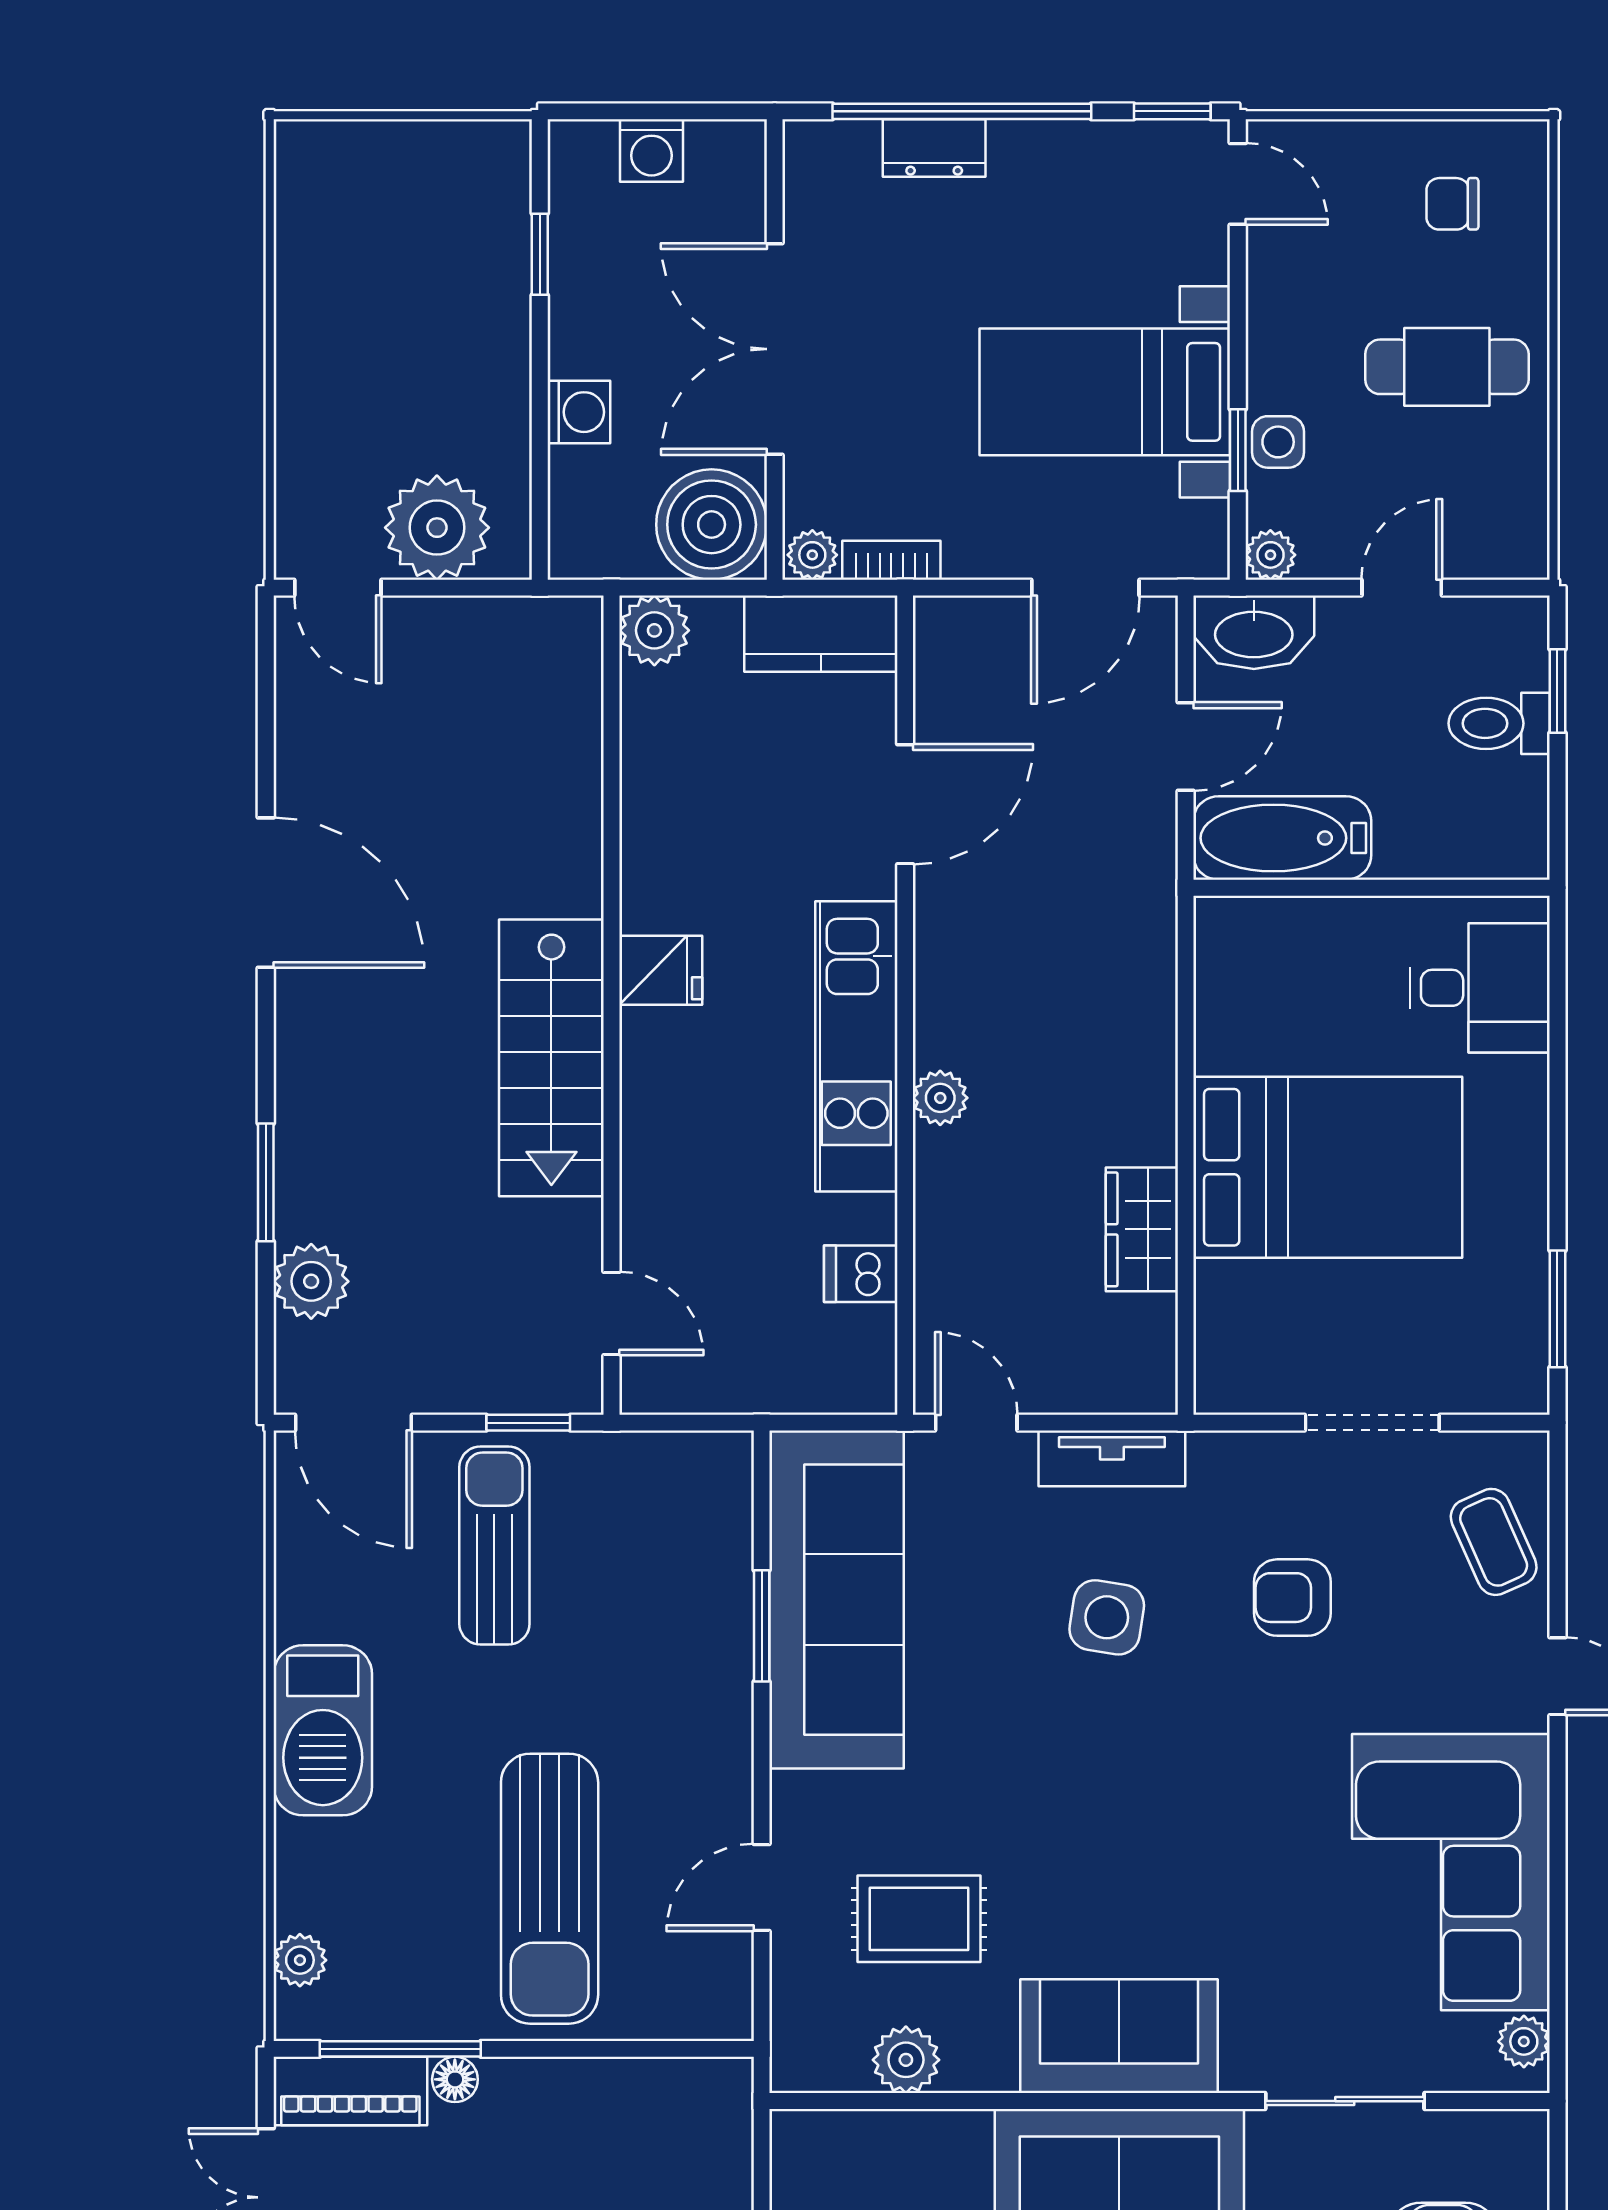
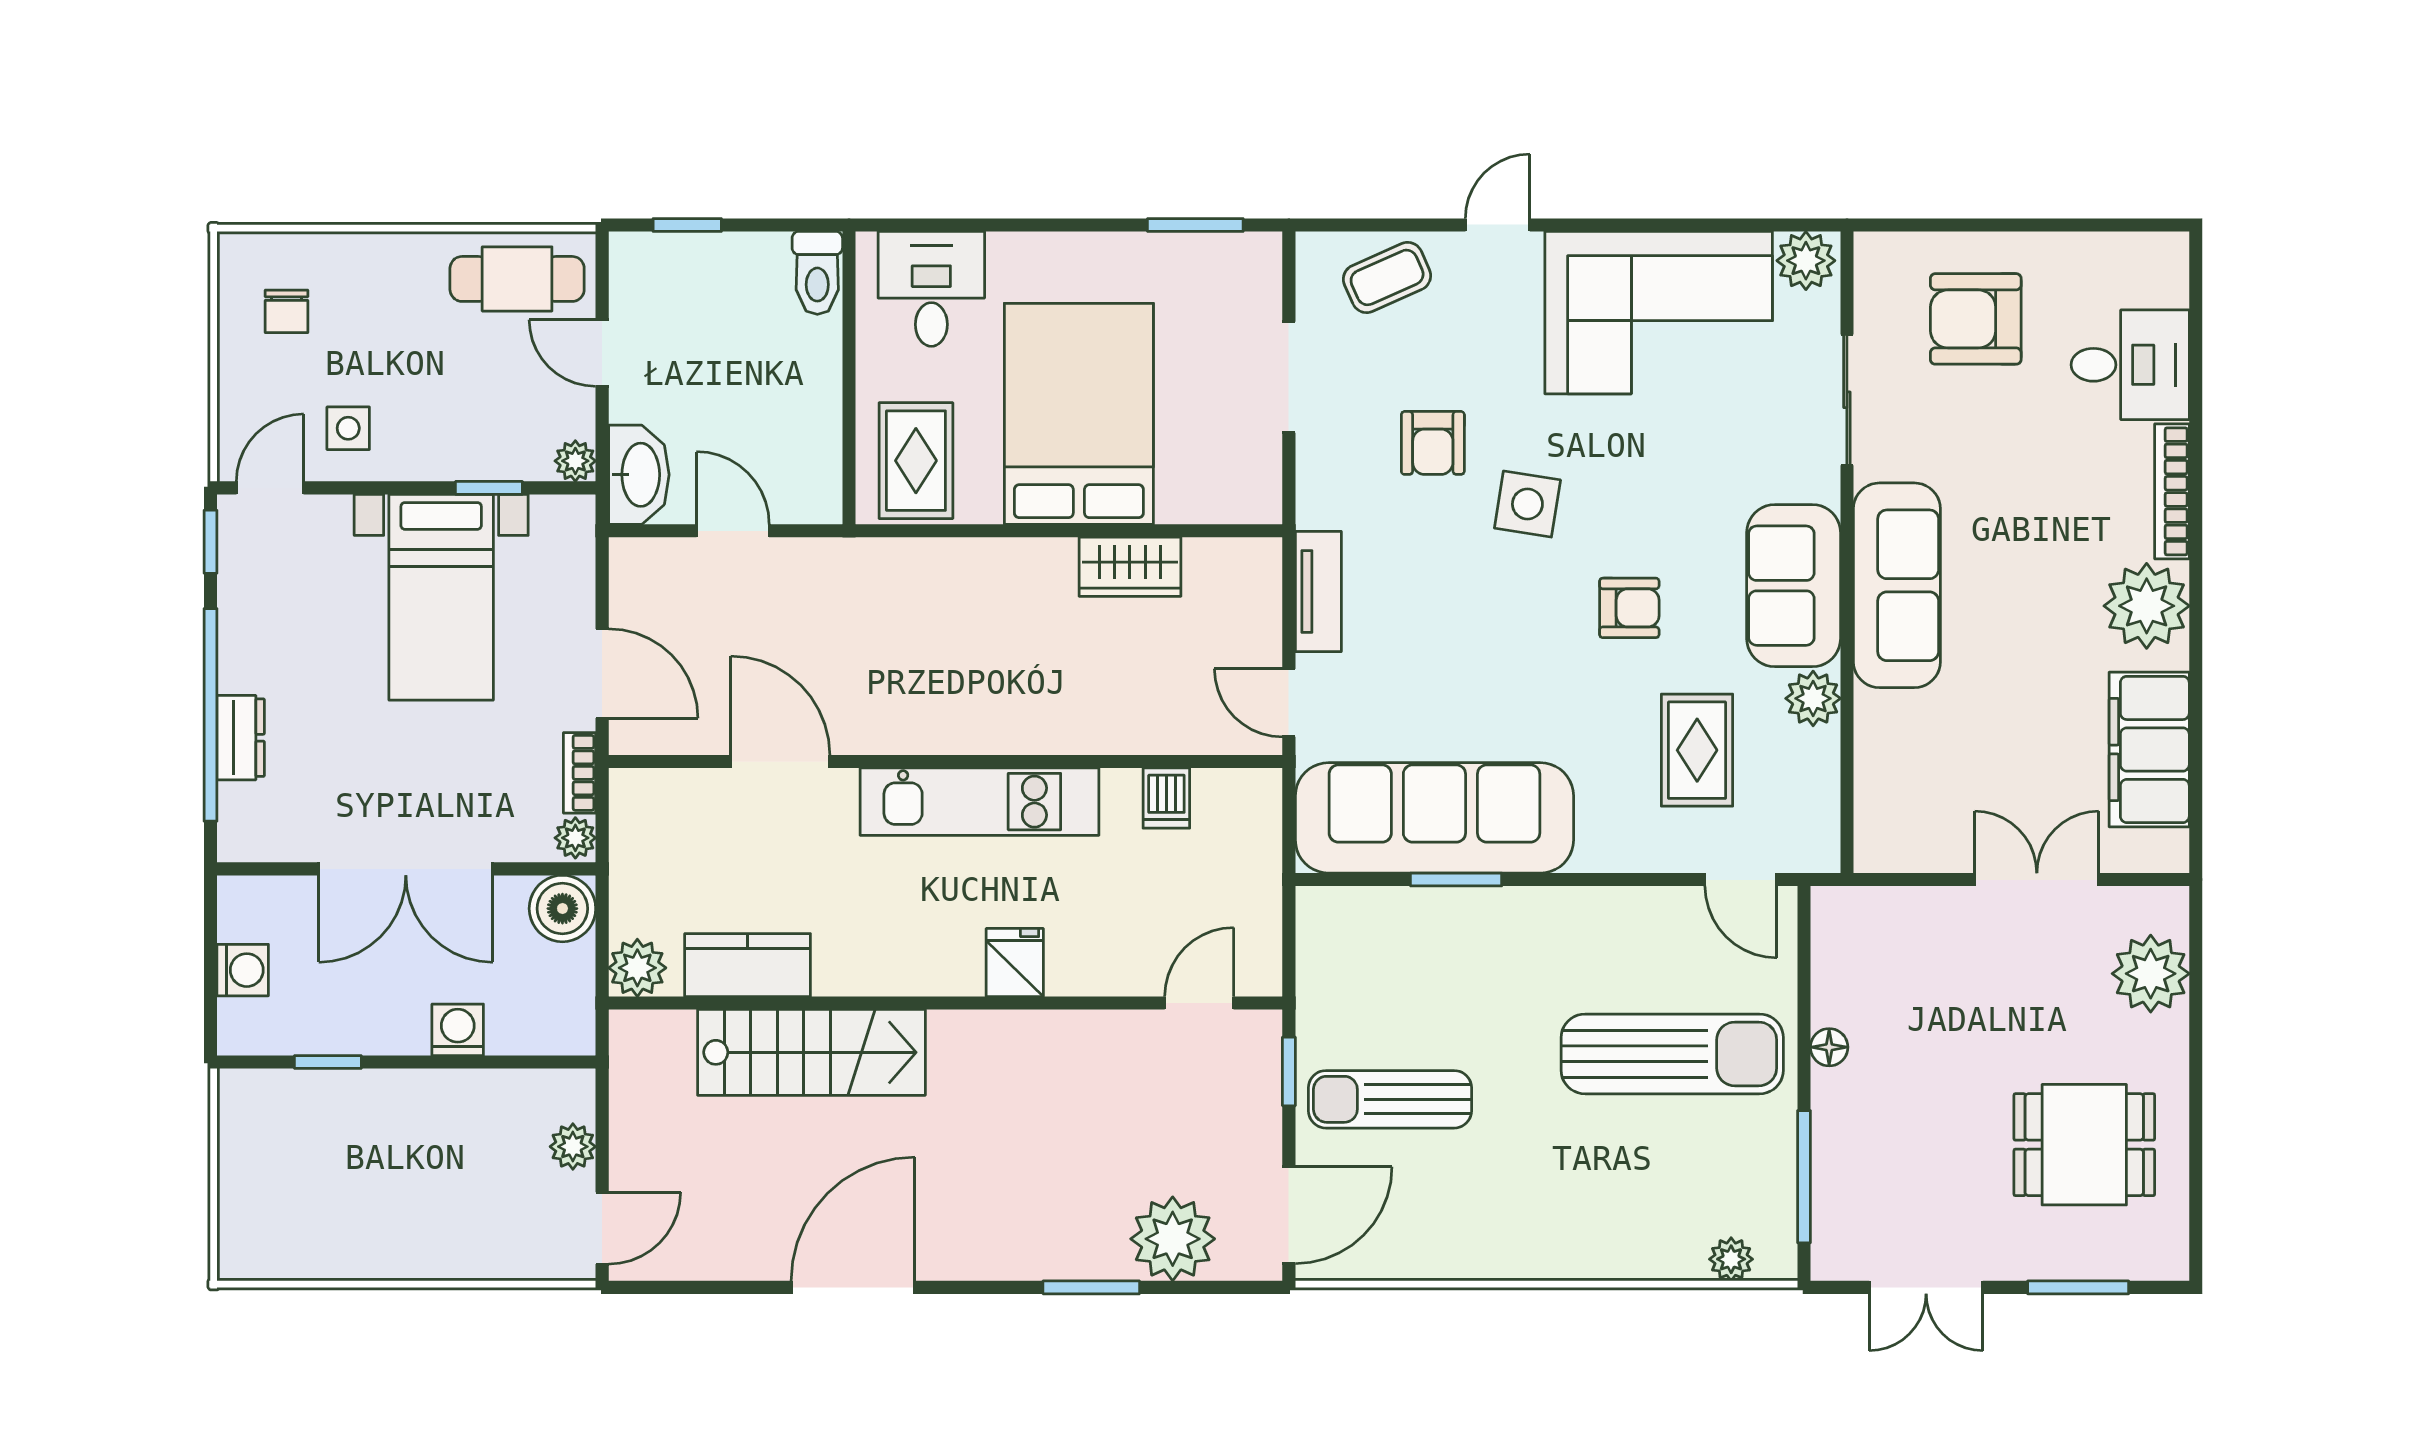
cafe table: (1447, 367) -> (517, 279), moved, turned 90
side table: (1278, 442) -> (348, 428), moved
boiler: (712, 525) -> (562, 909), width x0.73, depth x0.73
plant: (437, 528) -> (573, 1147), width x0.53, depth x0.53
door: (1085, 588) -> (602, 673), moved
kitchen counter: (821, 634) -> (748, 965), moved, turned -90
toilet: (1499, 723) -> (817, 273), moved
bathtub: (1282, 838) -> (808, 451), removed
rug: (1271, 969) -> (916, 461), added
fridge: (661, 970) -> (1015, 962), moved
stairs: (551, 1058) -> (811, 1052), moved
plant: (940, 1098) -> (1022, 733), removed
plant: (311, 1281) -> (1173, 1239), width x1.36, depth x1.36
door: (976, 1423) -> (1289, 703), hinge flipped
side table: (1107, 1617) -> (1527, 504), moved
barbecue: (323, 1730) -> (1542, 1240), removed
armchair: (1092, 1836) -> (1629, 608), added
door: (762, 1887) -> (1741, 880), moved
plant: (1524, 2041) -> (1806, 261), width x1.38, depth x1.38
plant: (906, 2060) -> (1813, 698), moved
floor lamp: (455, 2079) -> (1829, 1047), moved
piano: (350, 2091) -> (1839, 1218), removed

